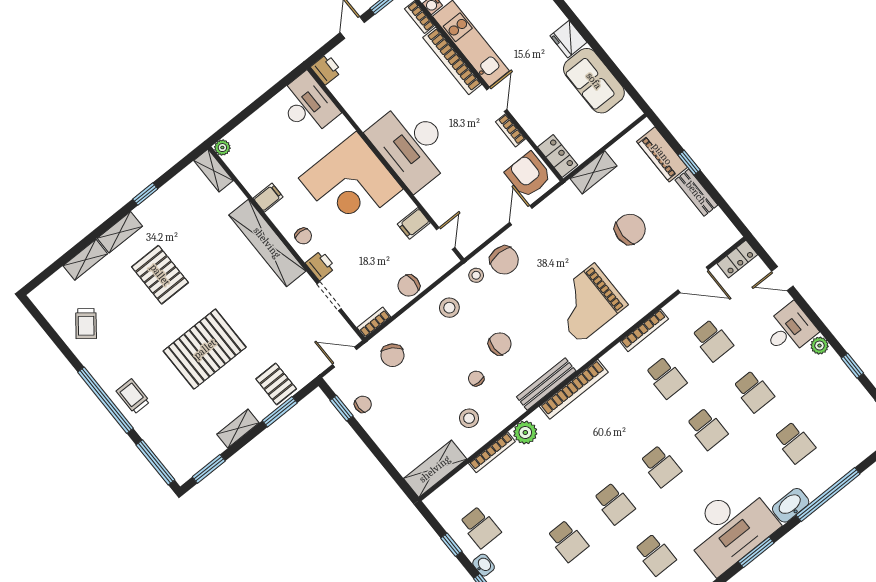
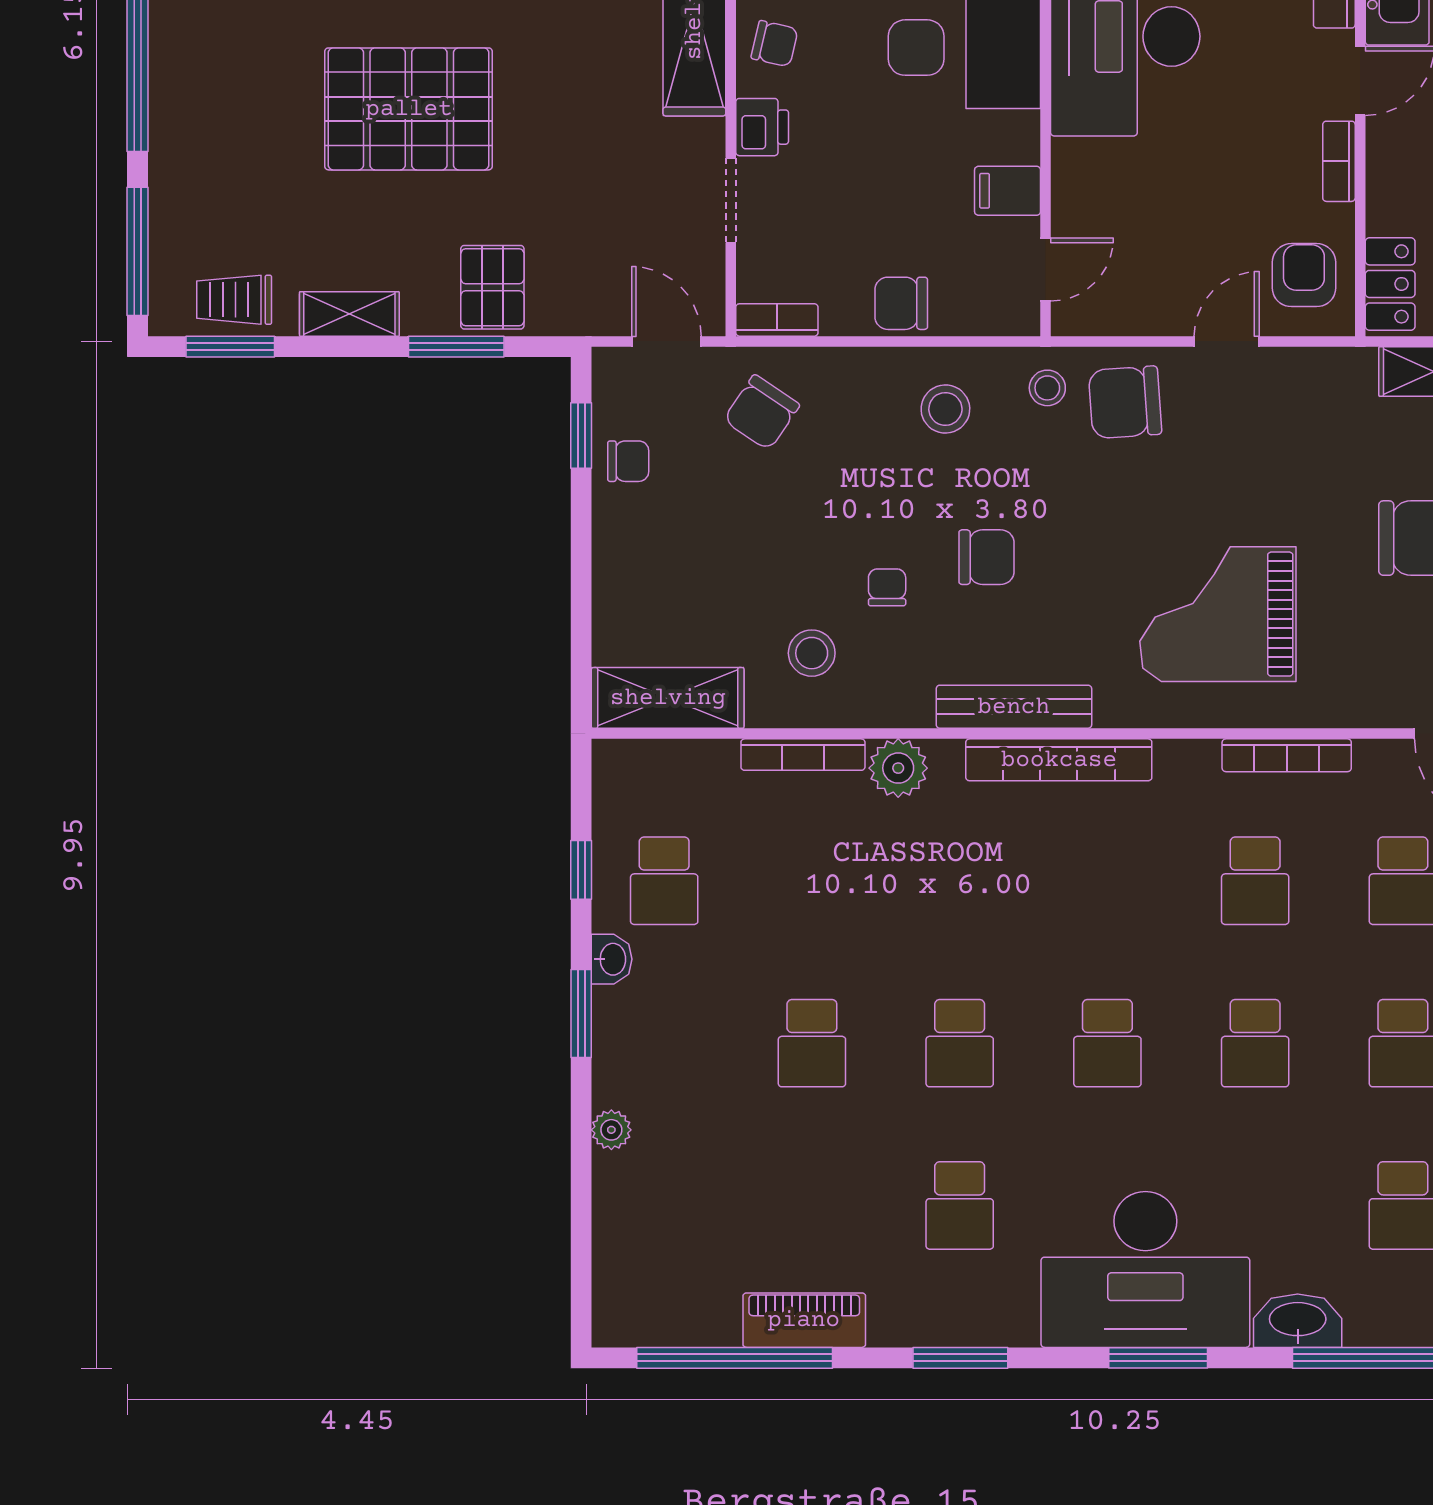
armchair: (528, 175) -> (1304, 275), width x0.72, depth x0.72
chair: (303, 236) -> (774, 44), turned -78
chair: (504, 260) -> (1125, 402), turned 86
trolley: (133, 396) -> (234, 300), moved, turned -90

